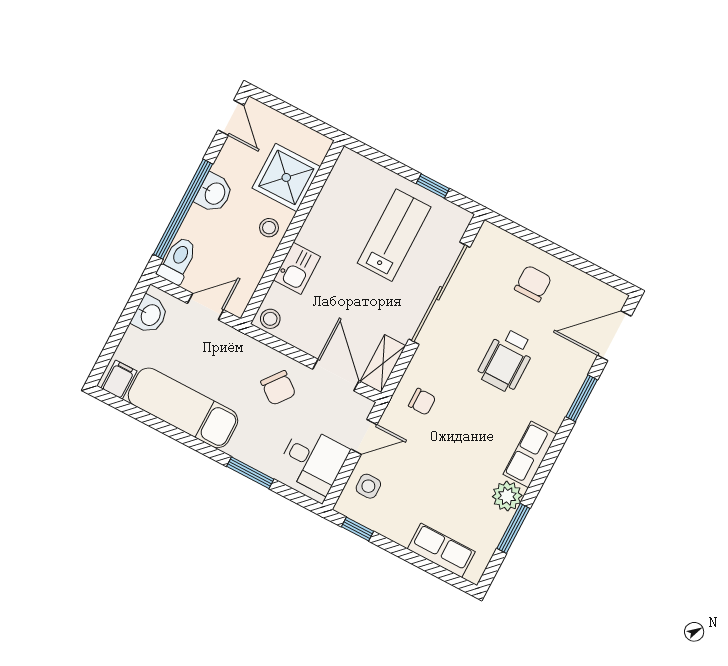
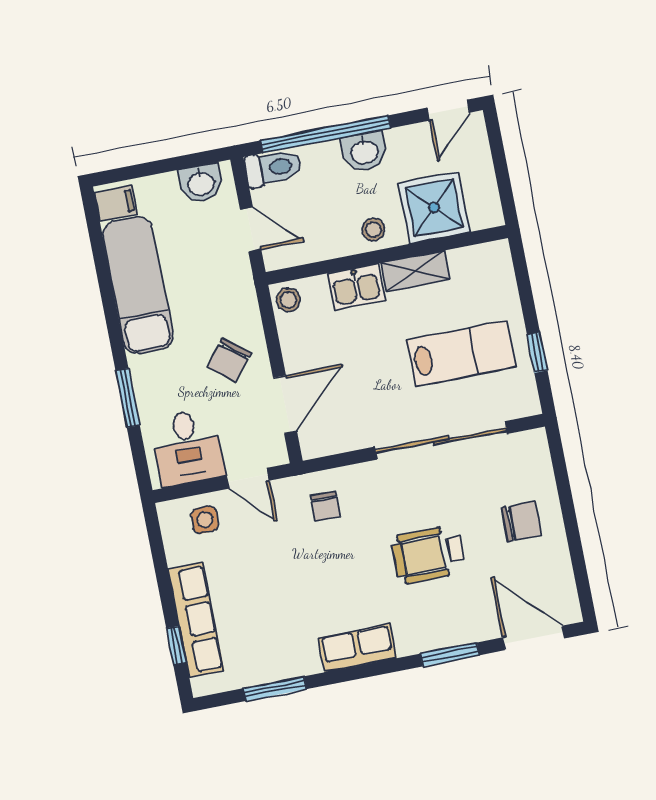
shelving: (383, 364) -> (415, 271), moved
plant: (507, 496) -> (301, 658), removed
window: (357, 529) -> (176, 646), moved
row of seats: (441, 550) -> (196, 620), width x1.48

